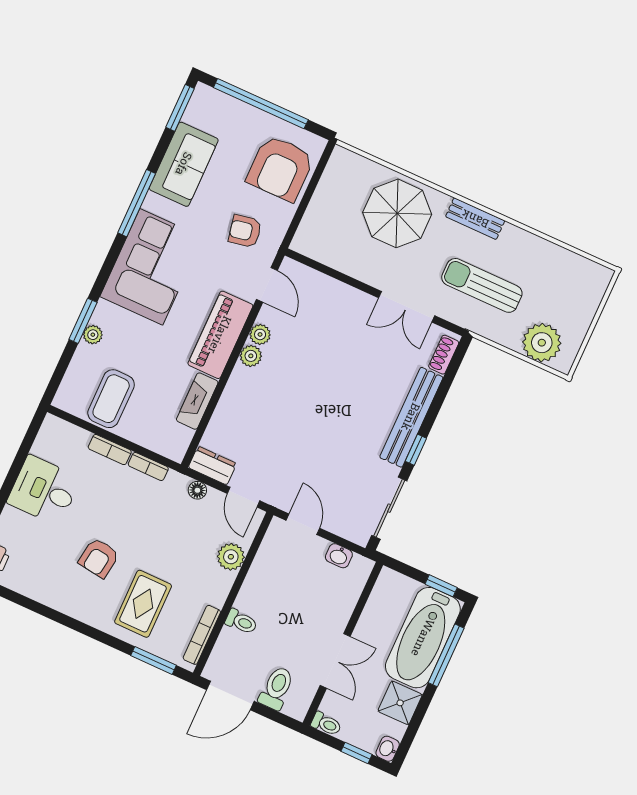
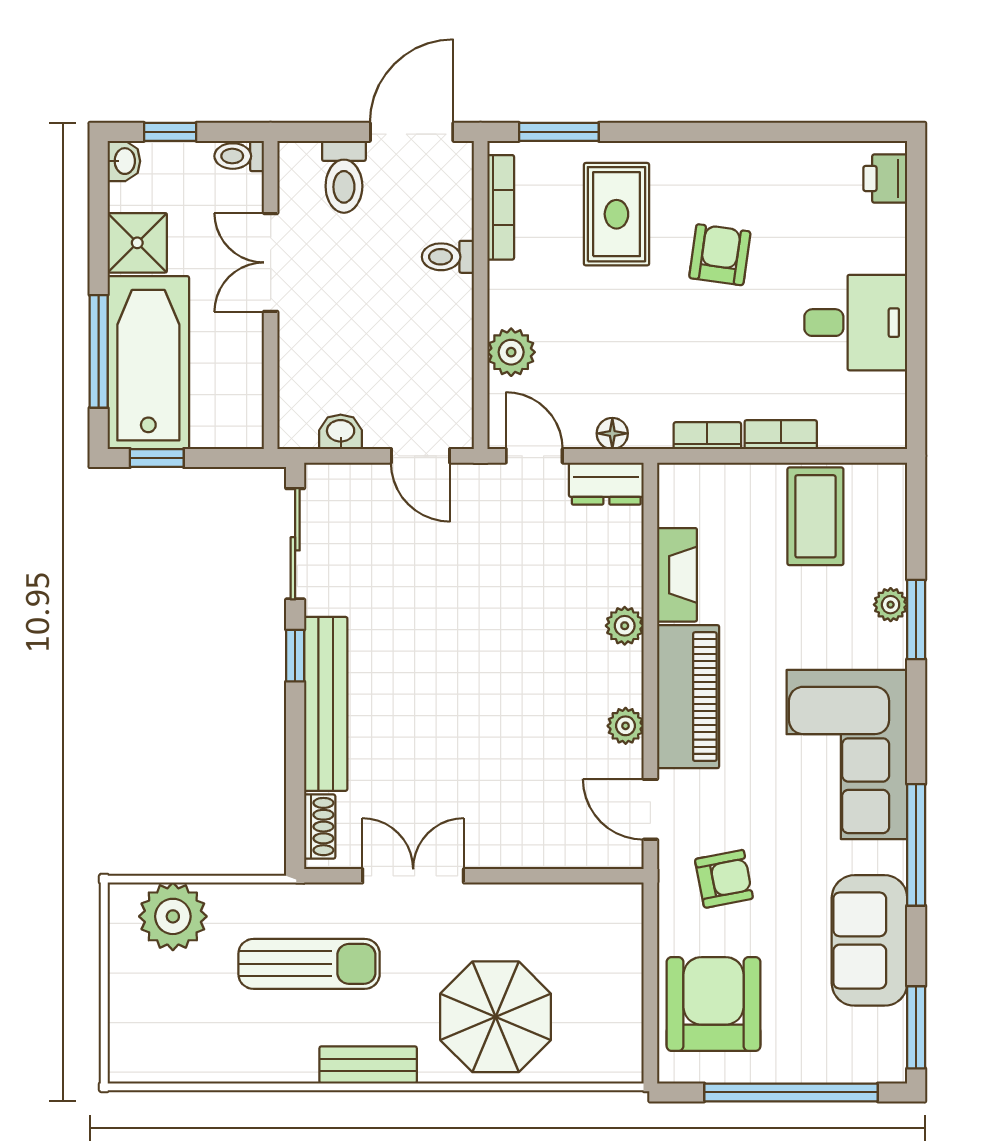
plant: (251, 356) -> (625, 626), moved

